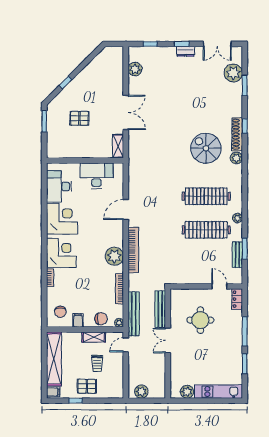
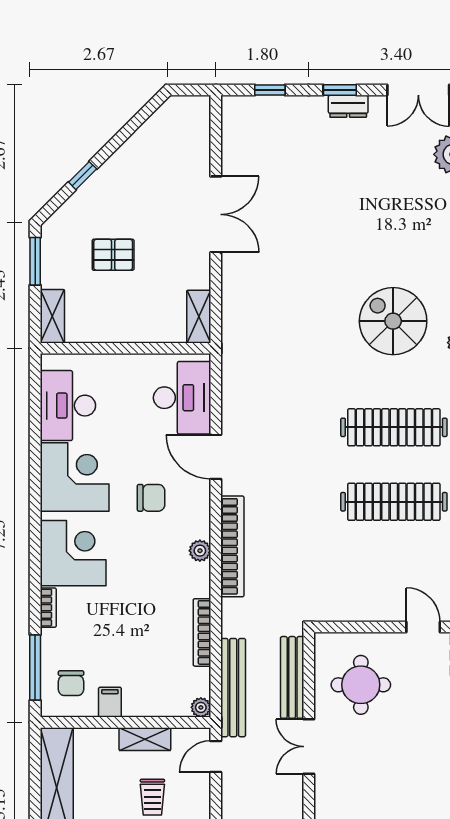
plant: (135, 69) -> (236, 146), removed
double door: (126, 112) -> (216, 214), moved
shelving: (52, 146) -> (52, 316), added
desk: (97, 176) -> (182, 398), moved, turned 90
door: (126, 210) -> (216, 457), hinge flipped
plant: (114, 256) -> (200, 551), width x0.53, depth x0.53
window: (44, 305) -> (35, 668), added
chair: (101, 319) -> (151, 498), moved
round table: (200, 320) -> (361, 685), moved

